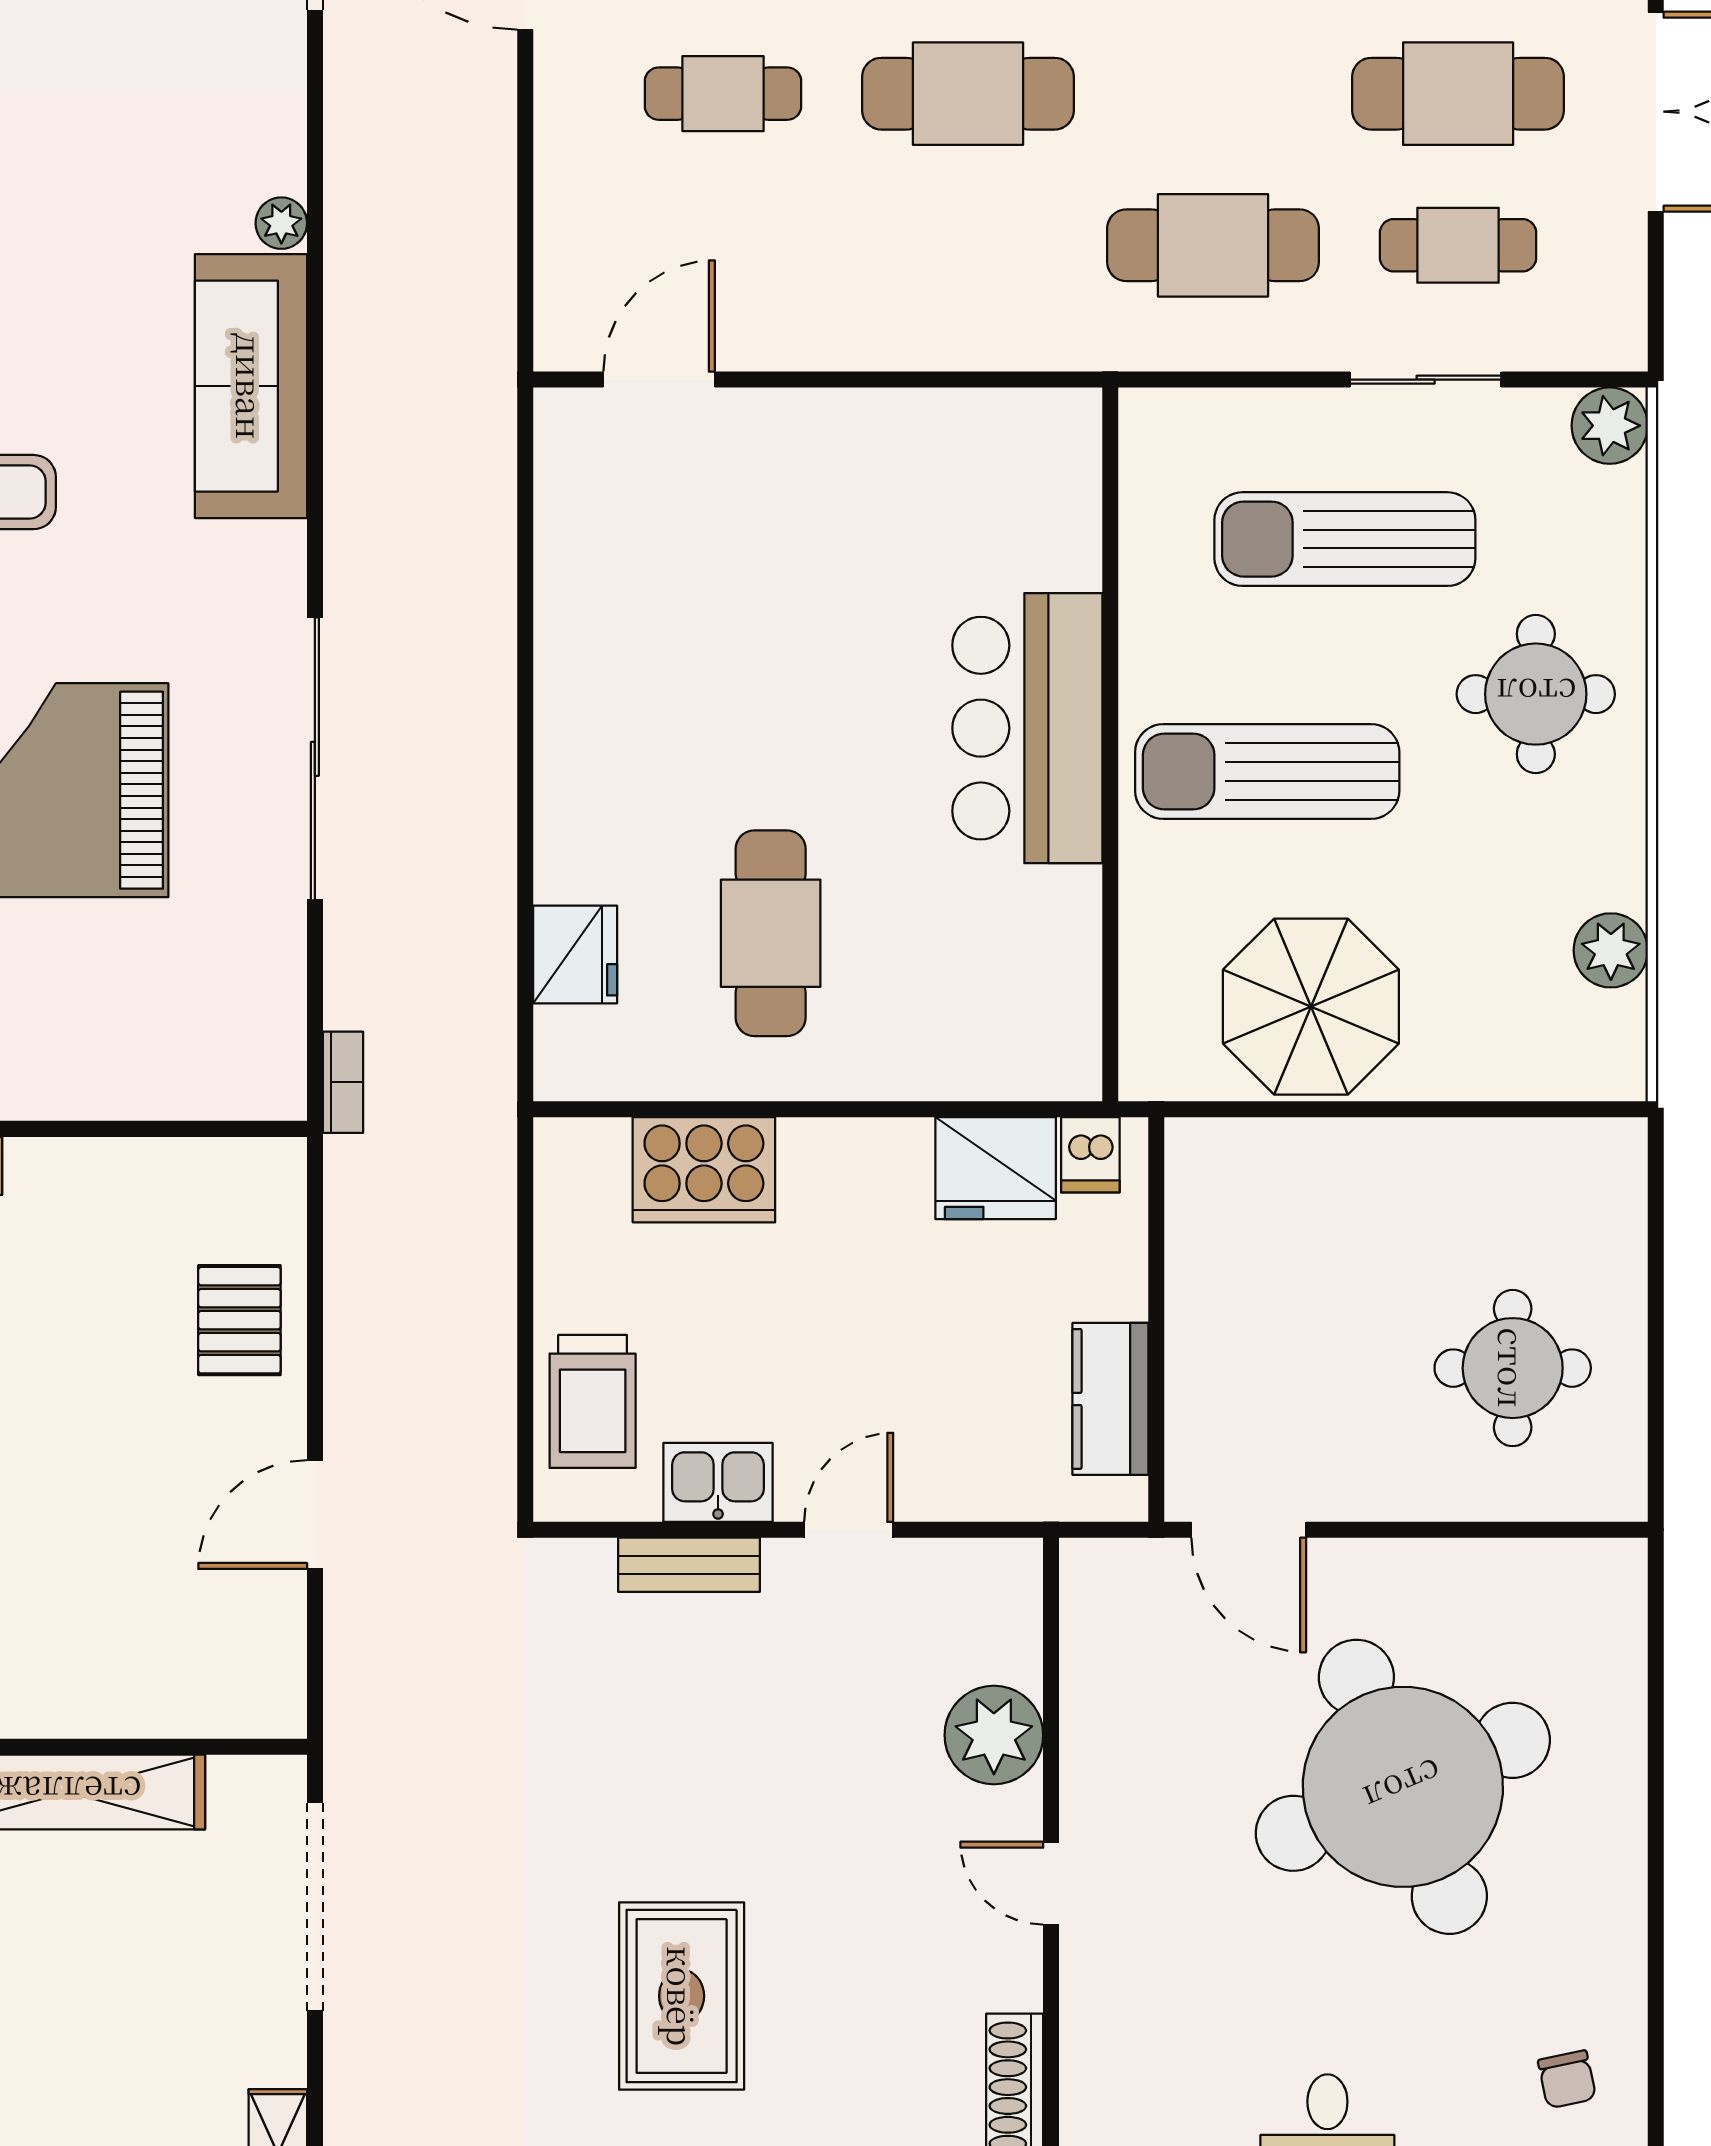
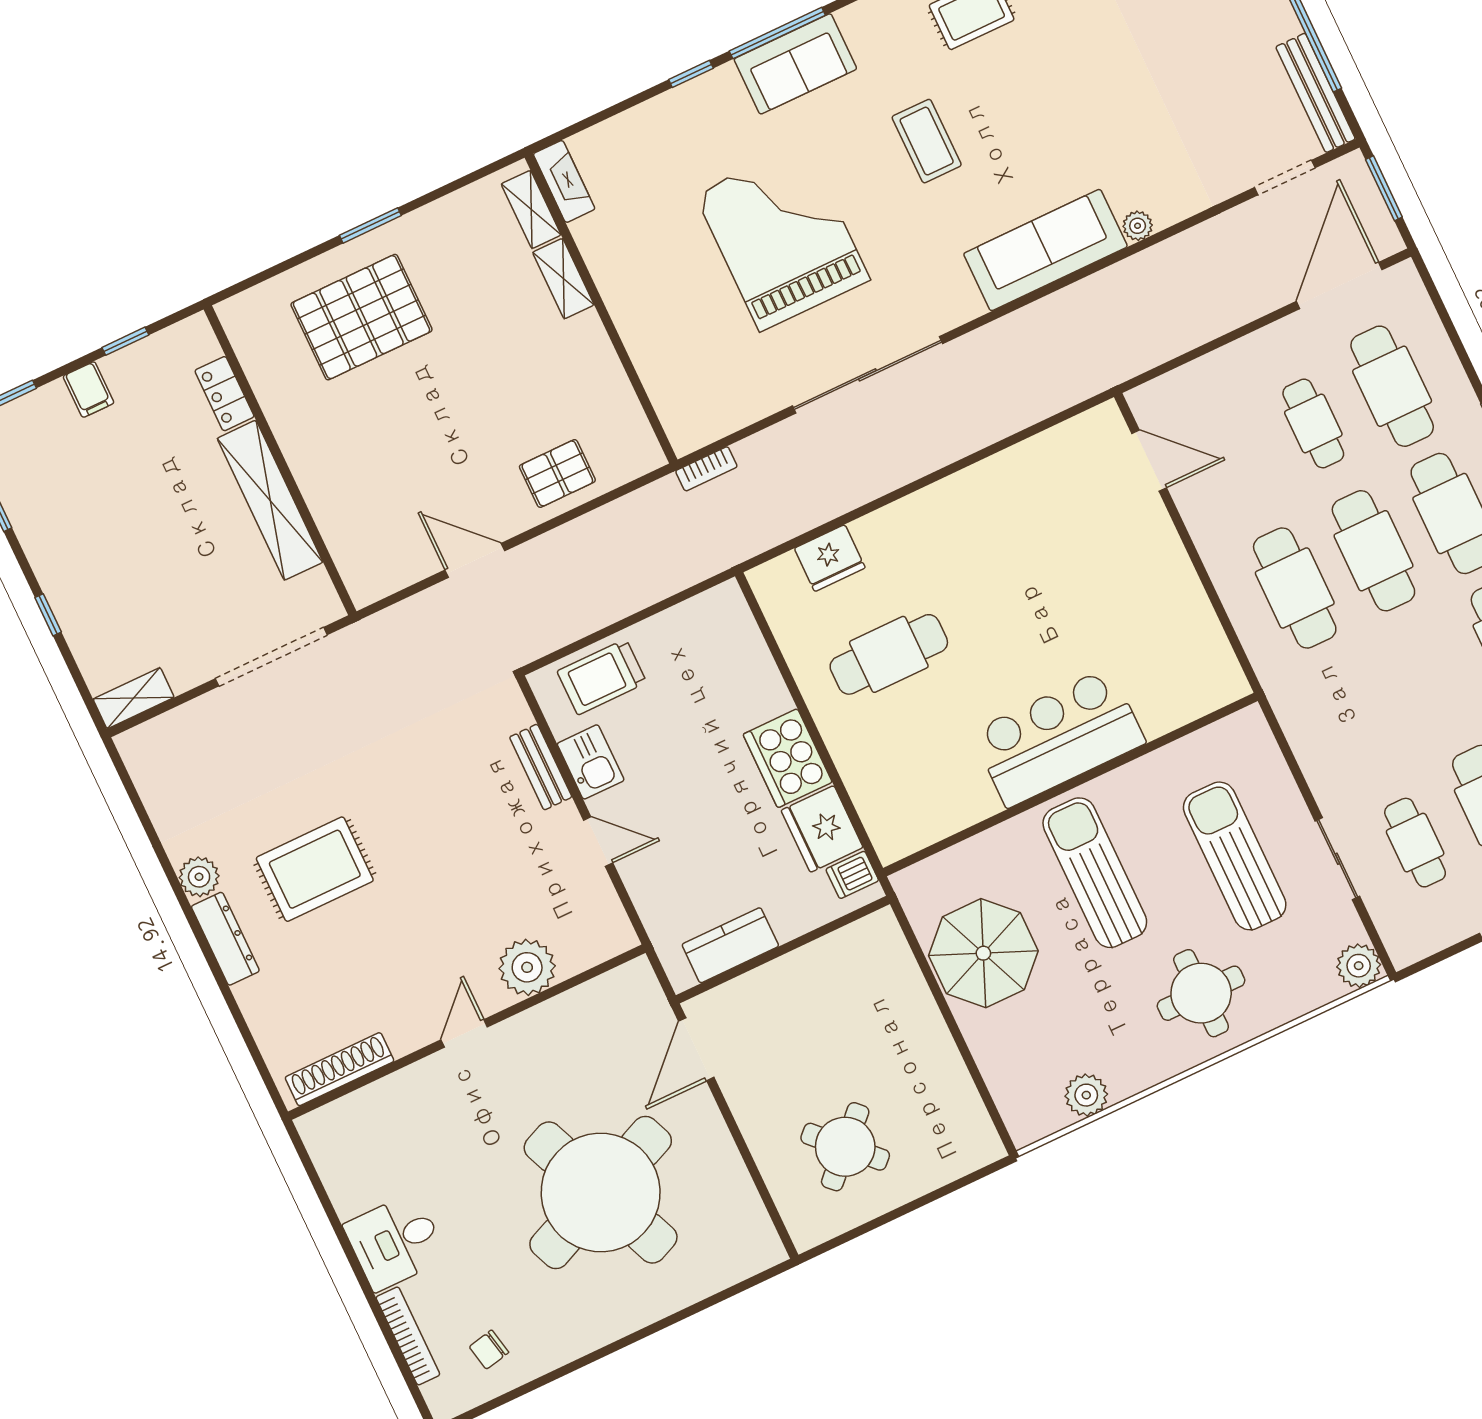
cafe table: (1213, 245) -> (1295, 588), moved
cooker: (704, 1170) -> (788, 758), moved
round table: (1513, 1368) -> (845, 1147), turned 45

